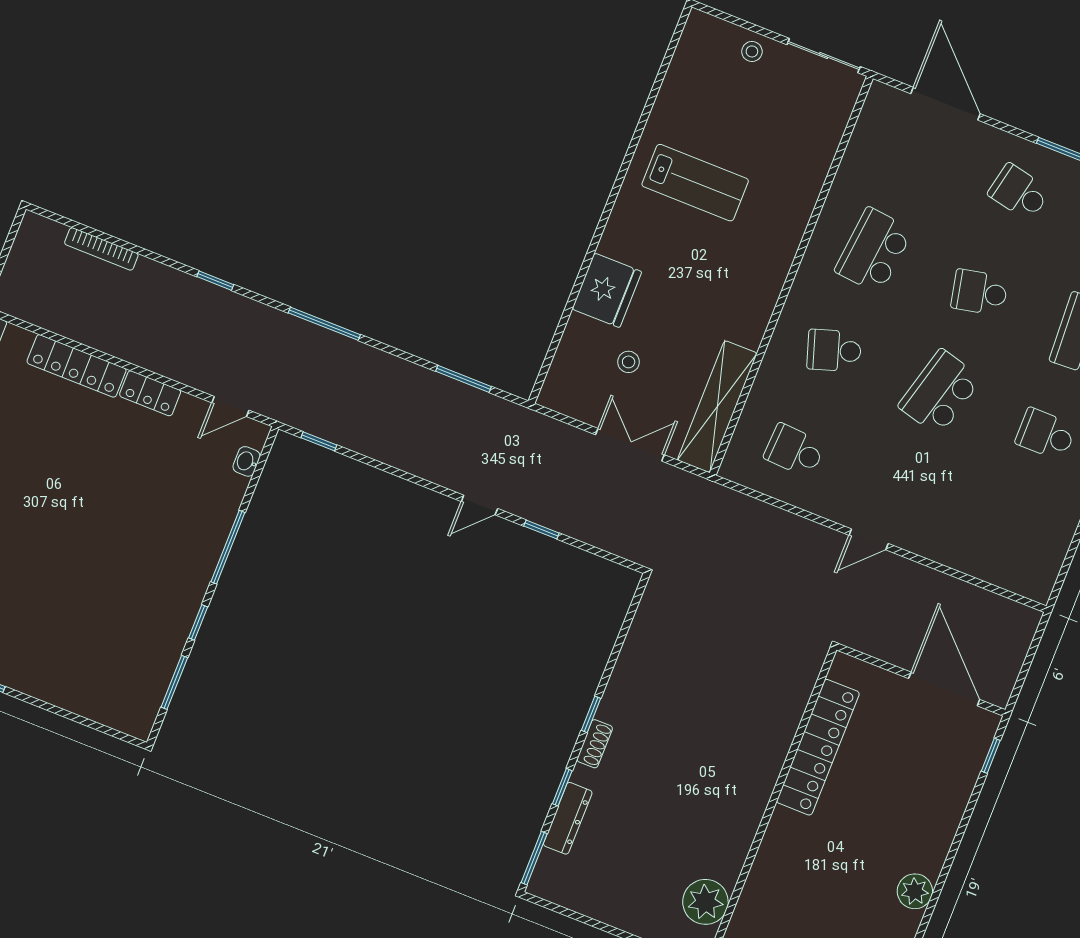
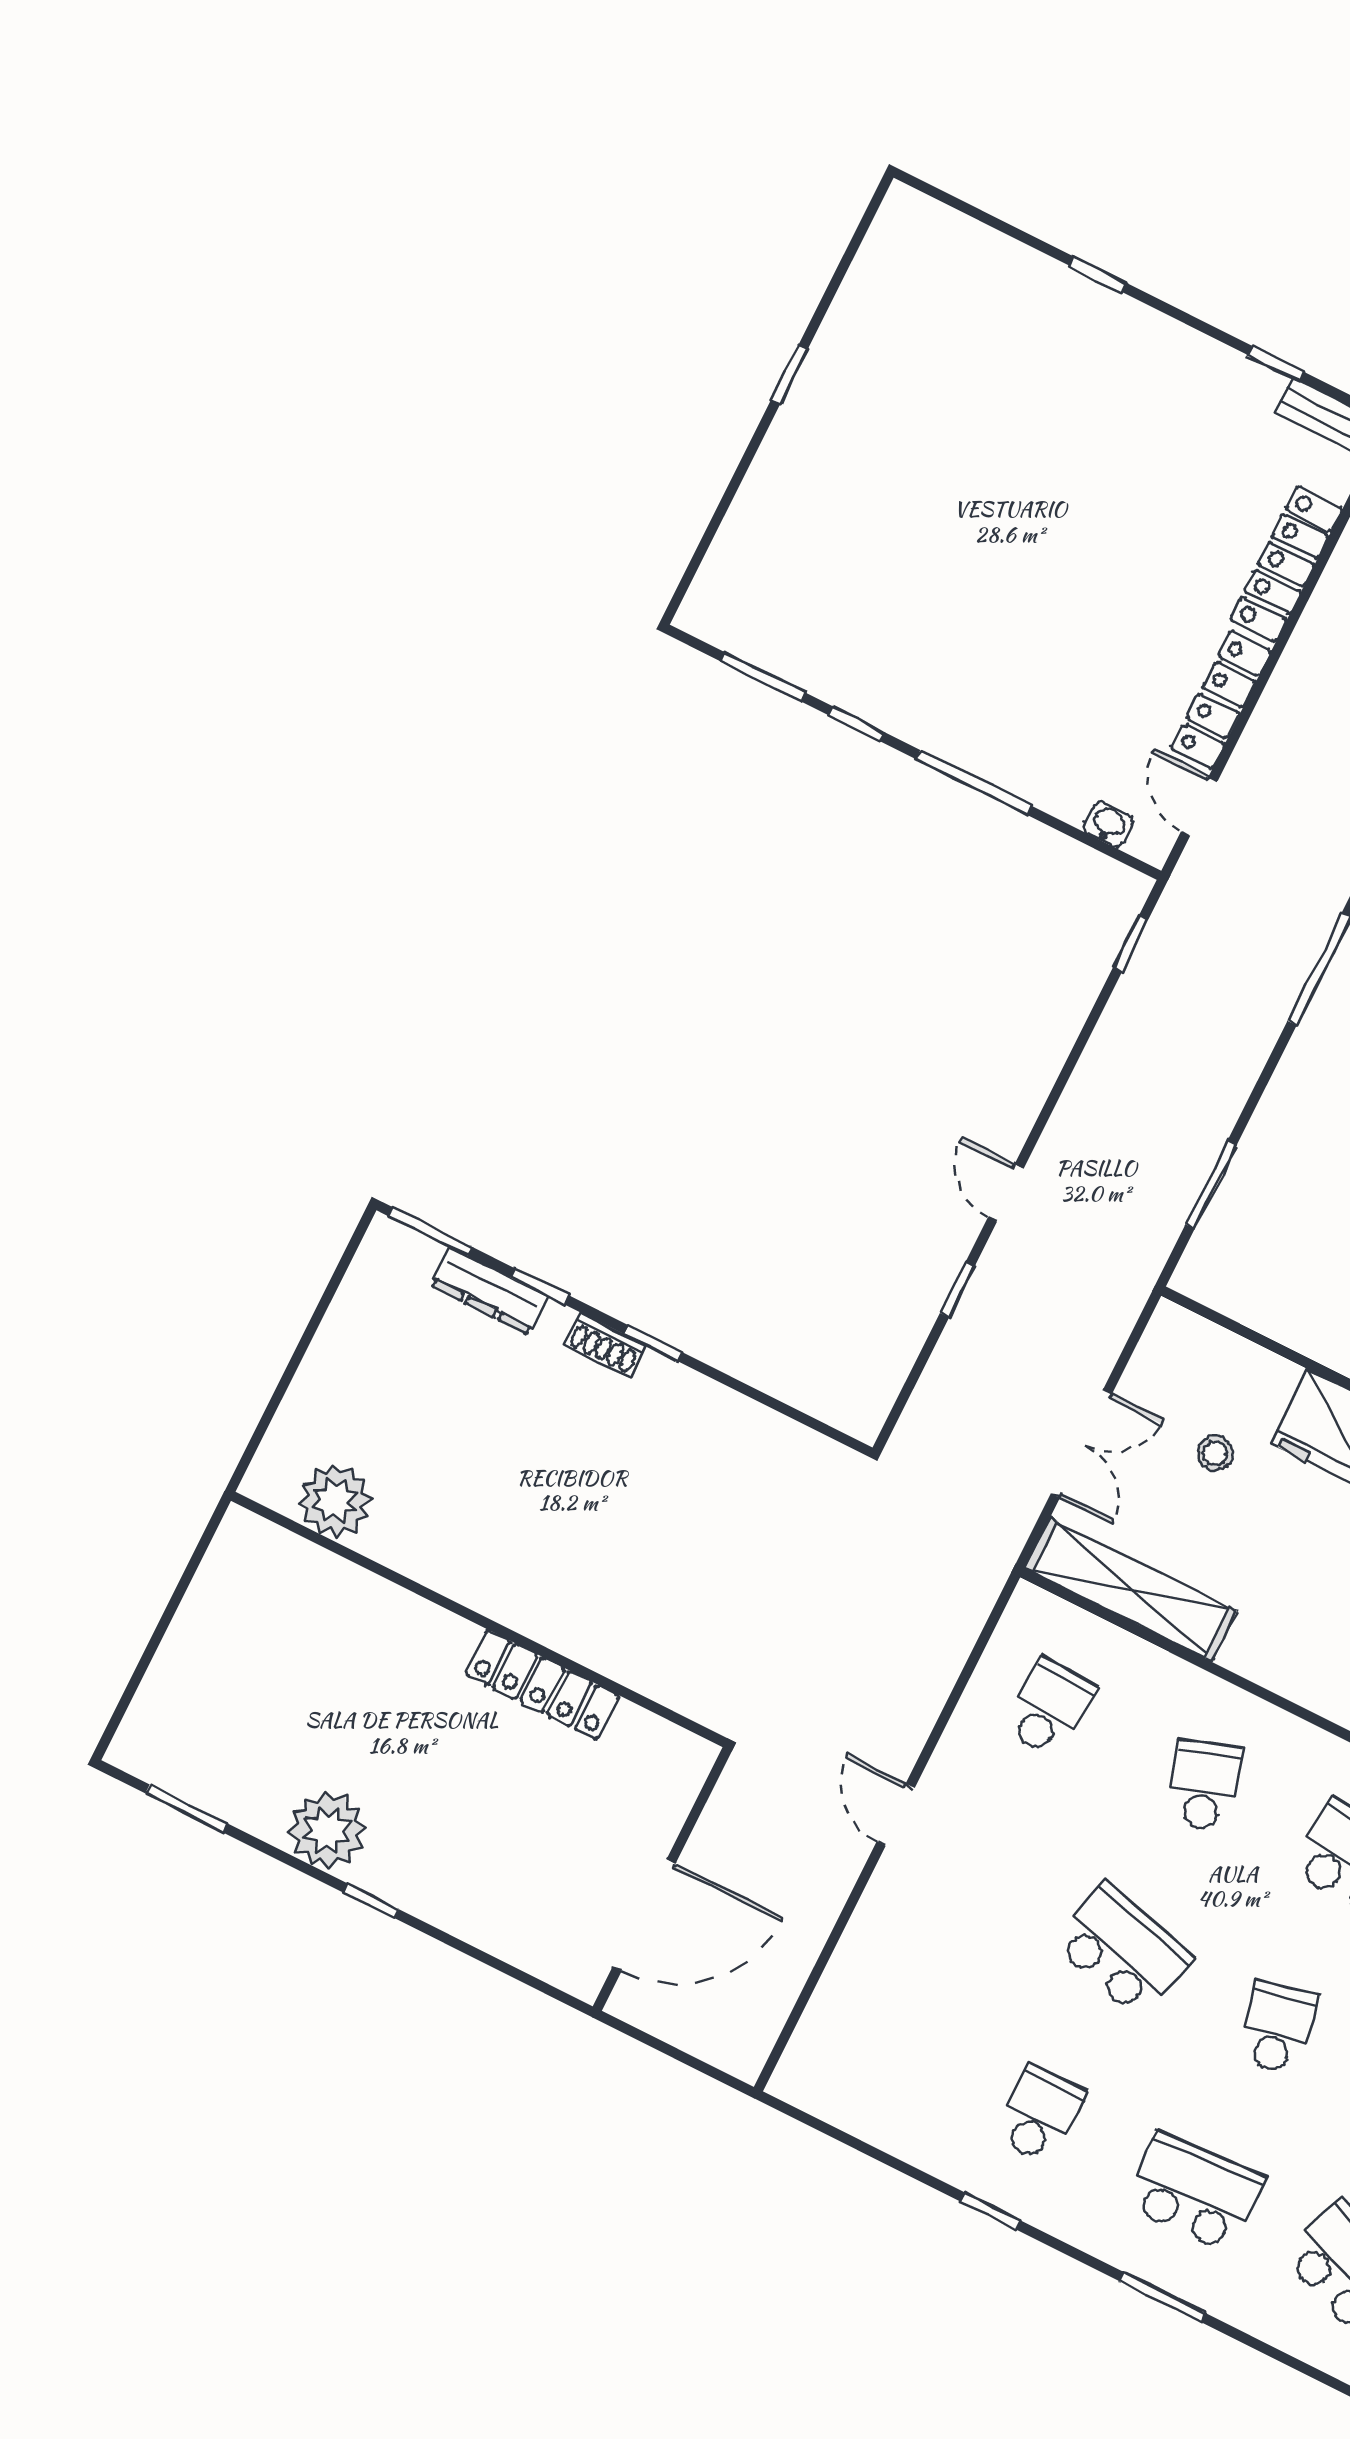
locker: (150, 393) -> (1221, 700), width x1.53
locker: (818, 747) -> (542, 1685), width x0.71, depth x0.83
window: (991, 756) -> (371, 1901), moved
plant: (915, 891) -> (327, 1830), width x1.36, depth x1.36

